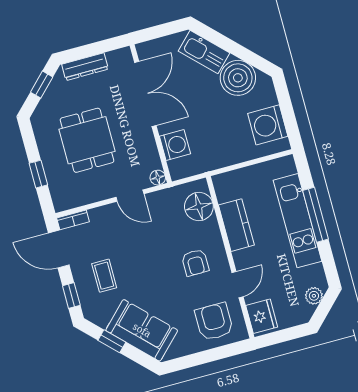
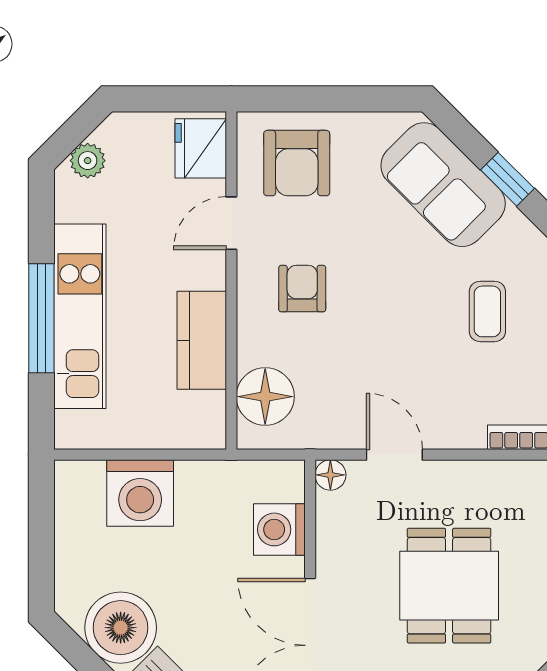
washing machine: (268, 125) -> (140, 493), moved, turned 90

